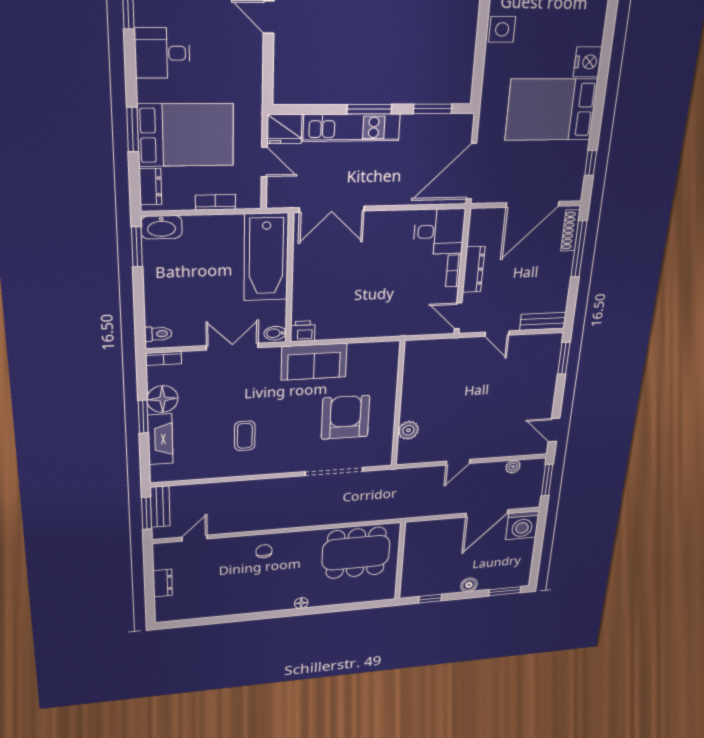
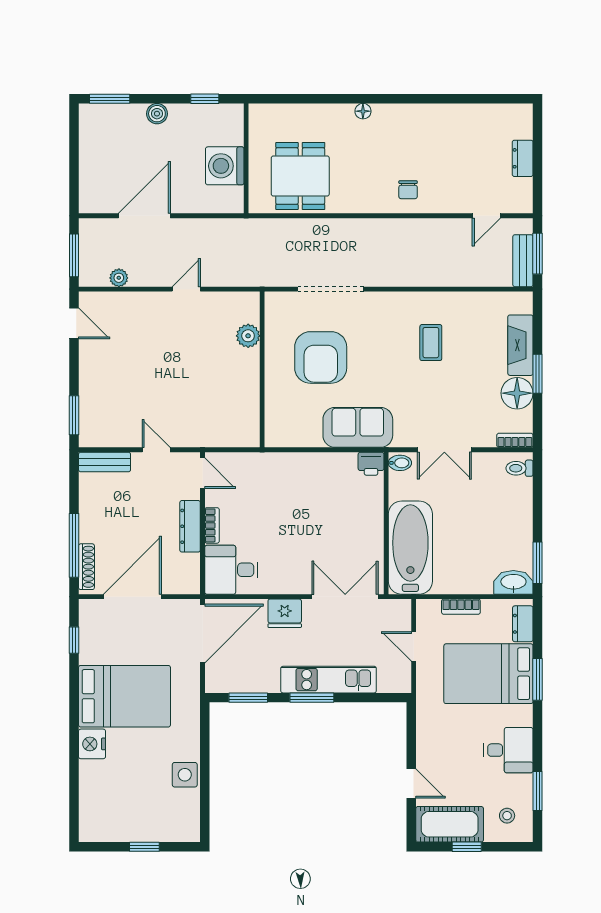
fridge: (284, 129) -> (285, 613), moved, turned 180
washing machine: (522, 525) -> (225, 166), moved, turned -90
dining table: (356, 553) -> (300, 176), width x0.73

